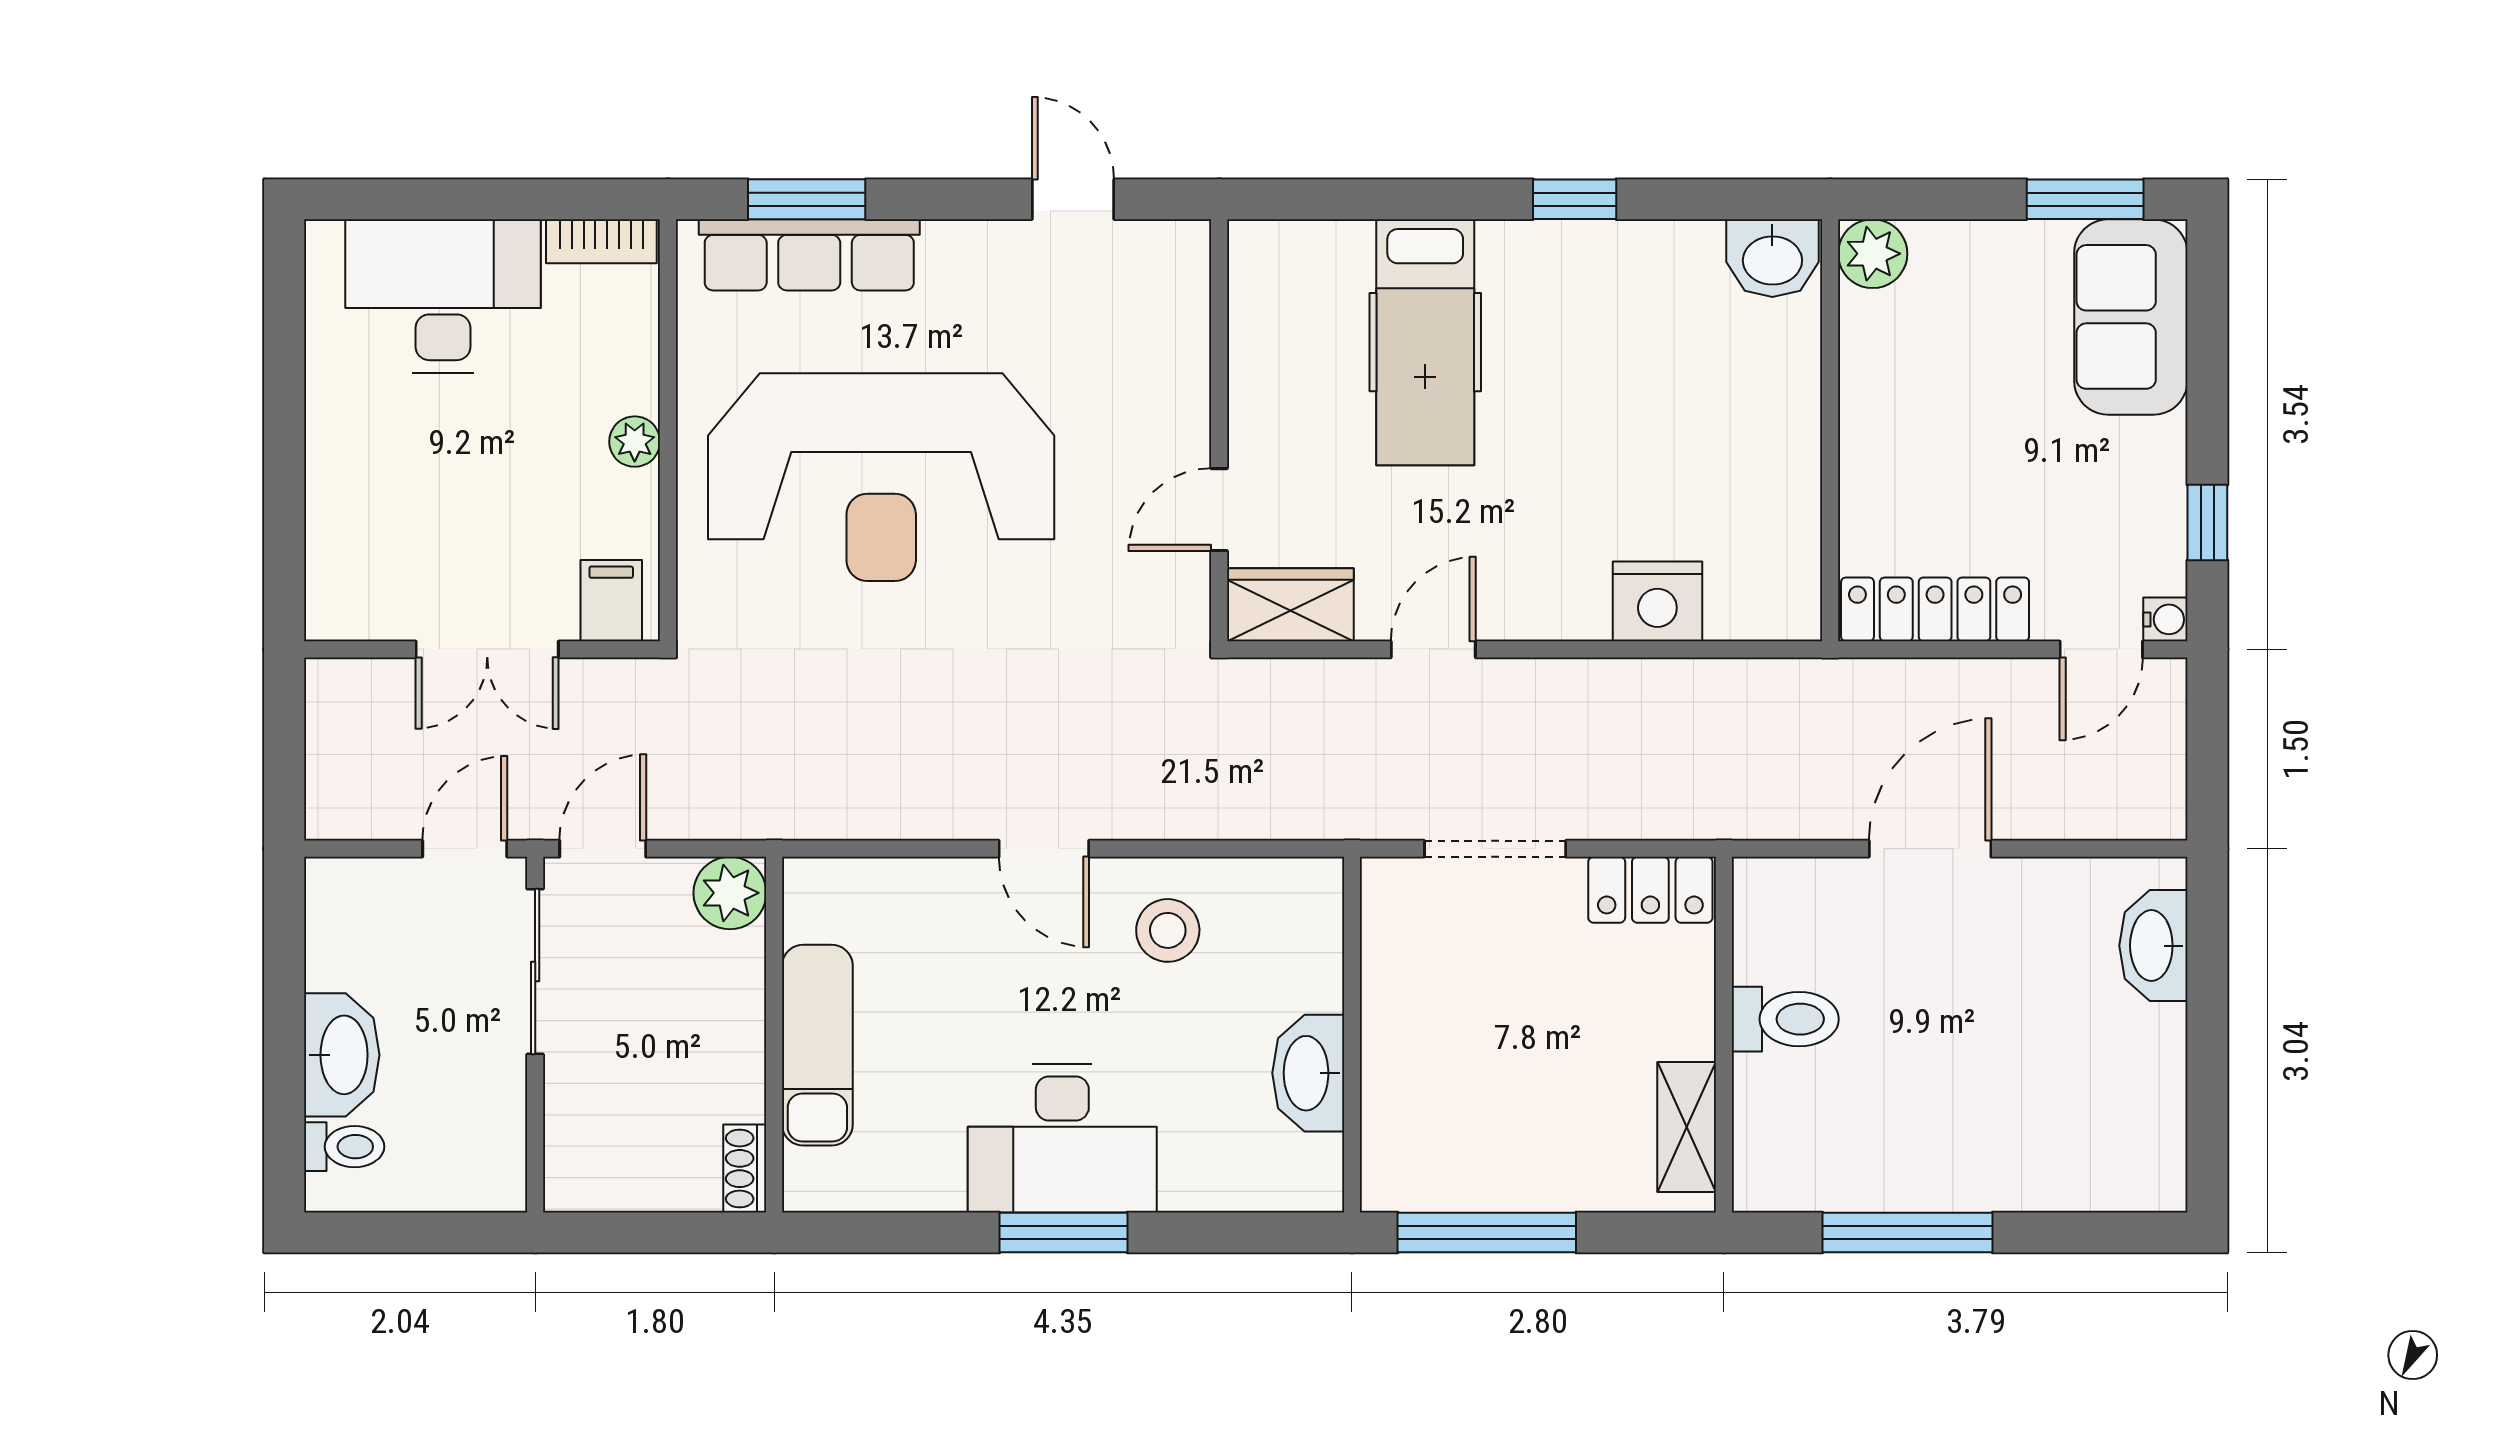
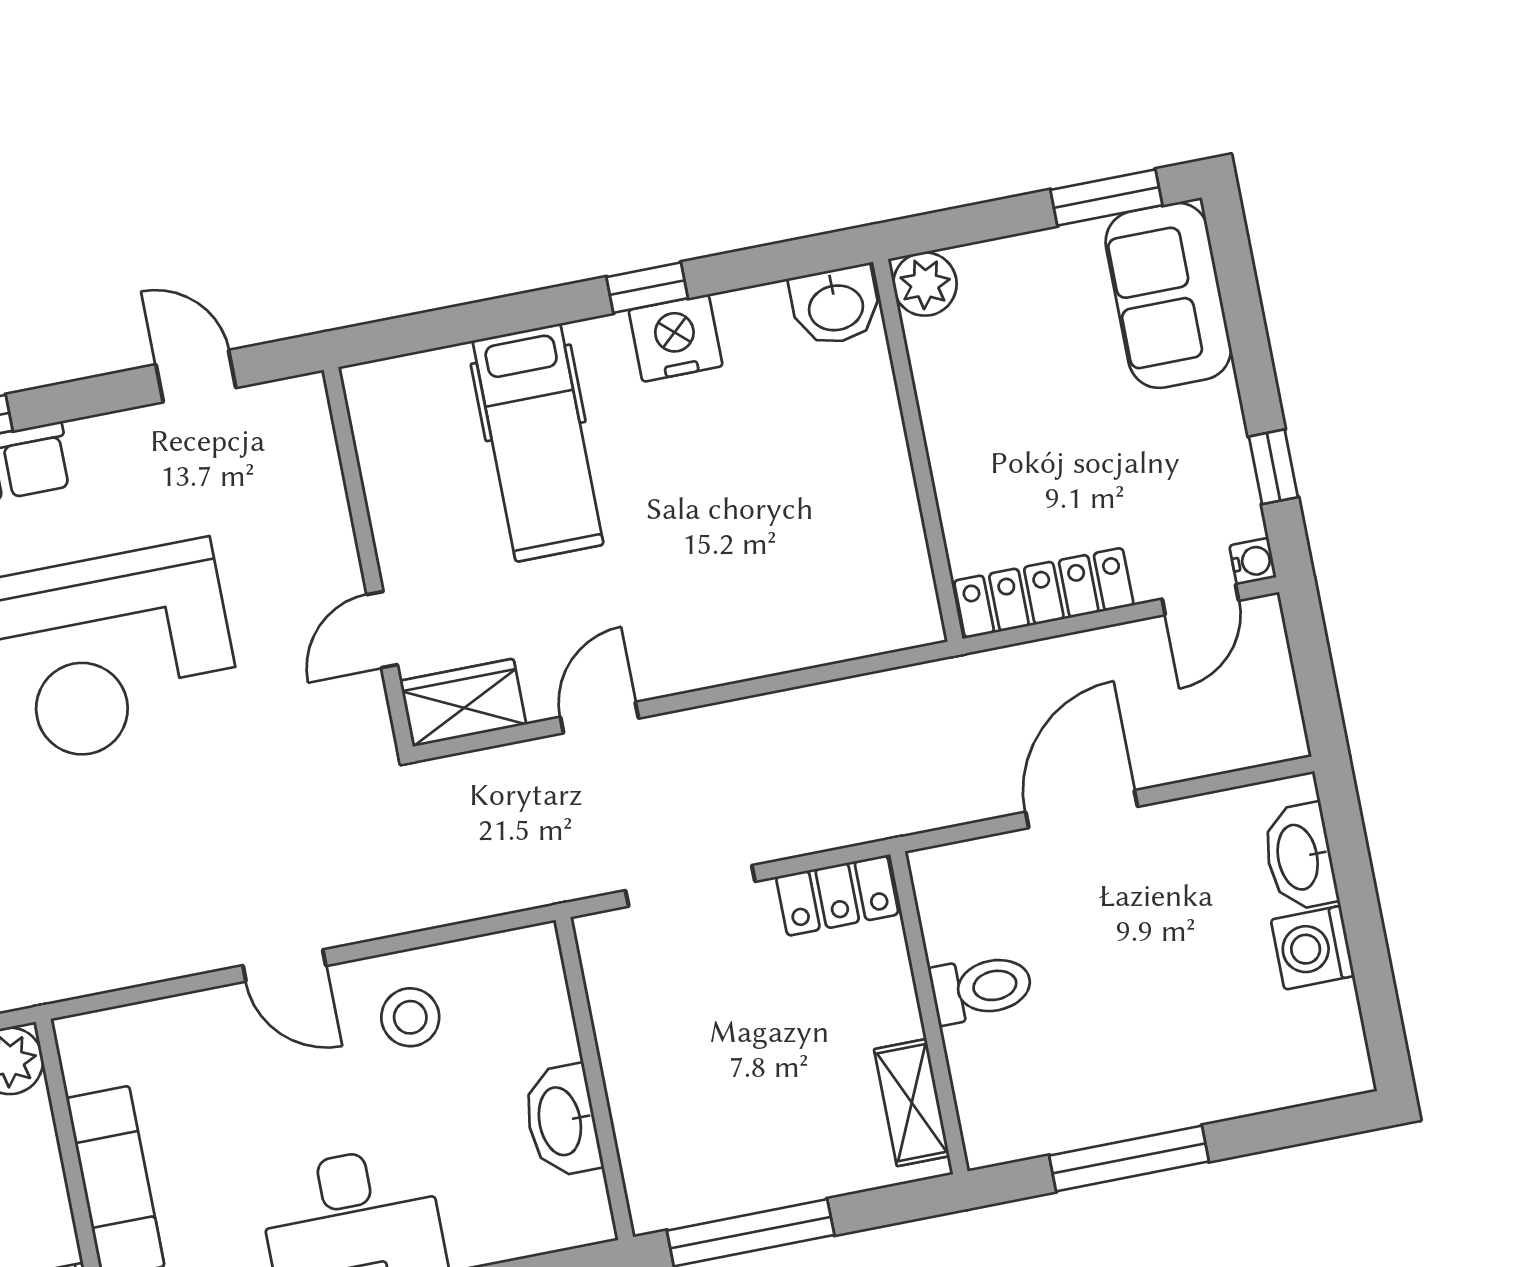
nightstand: (1657, 601) -> (676, 338), moved, turned 180
washing machine: (2148, 1046) -> (1313, 948), added

